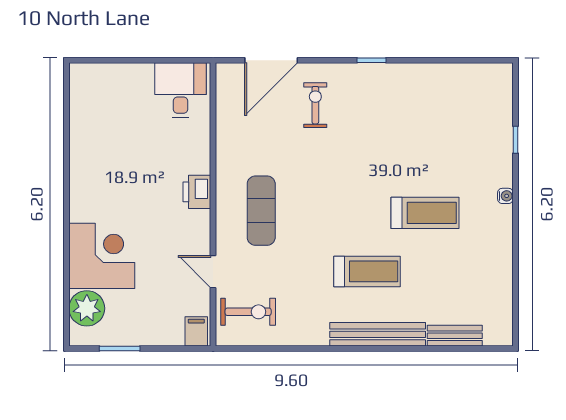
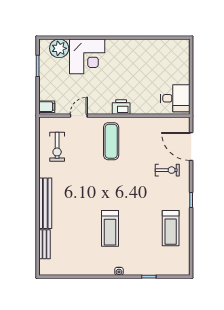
exercise mat: (261, 211) -> (111, 141), turned 90
treadmill: (367, 271) -> (171, 228), moved
exercise bike: (248, 312) -> (57, 147), moved

